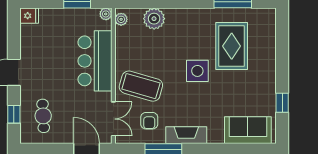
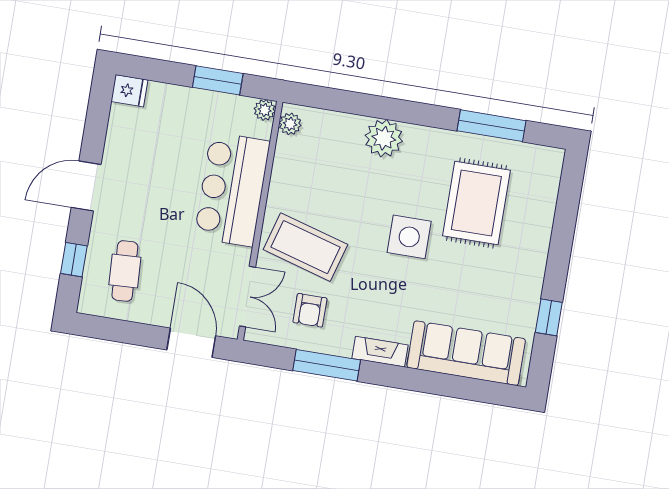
plant: (154, 19) -> (384, 138), moved
sofa: (248, 130) -> (466, 353), width x1.36
fireplace: (186, 135) -> (380, 352), width x0.73, depth x0.76

